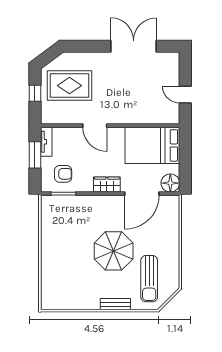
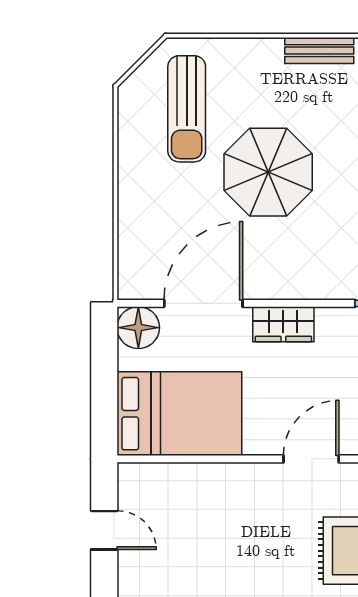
door: (95, 126) -> (311, 459), hinge flipped
sun lounger: (149, 279) -> (187, 109), turned 180
bench: (115, 304) -> (319, 51), moved

